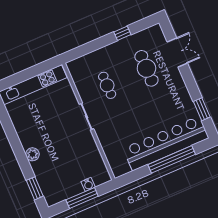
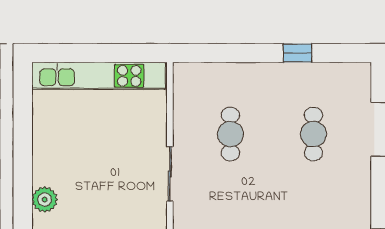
cafe table: (146, 68) -> (313, 134), width x0.73, depth x0.74

